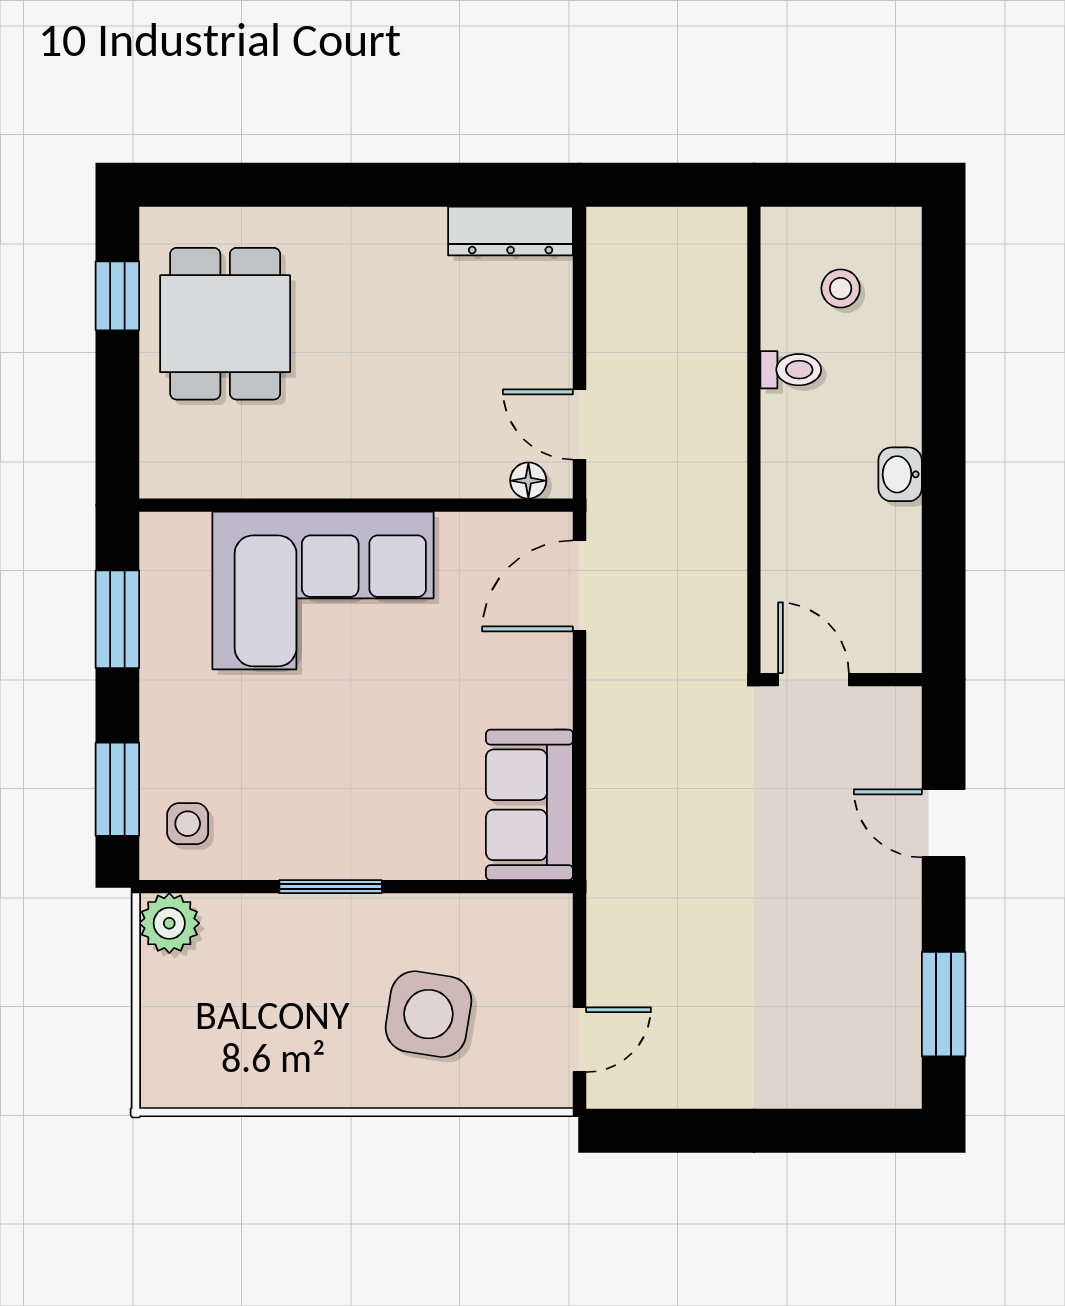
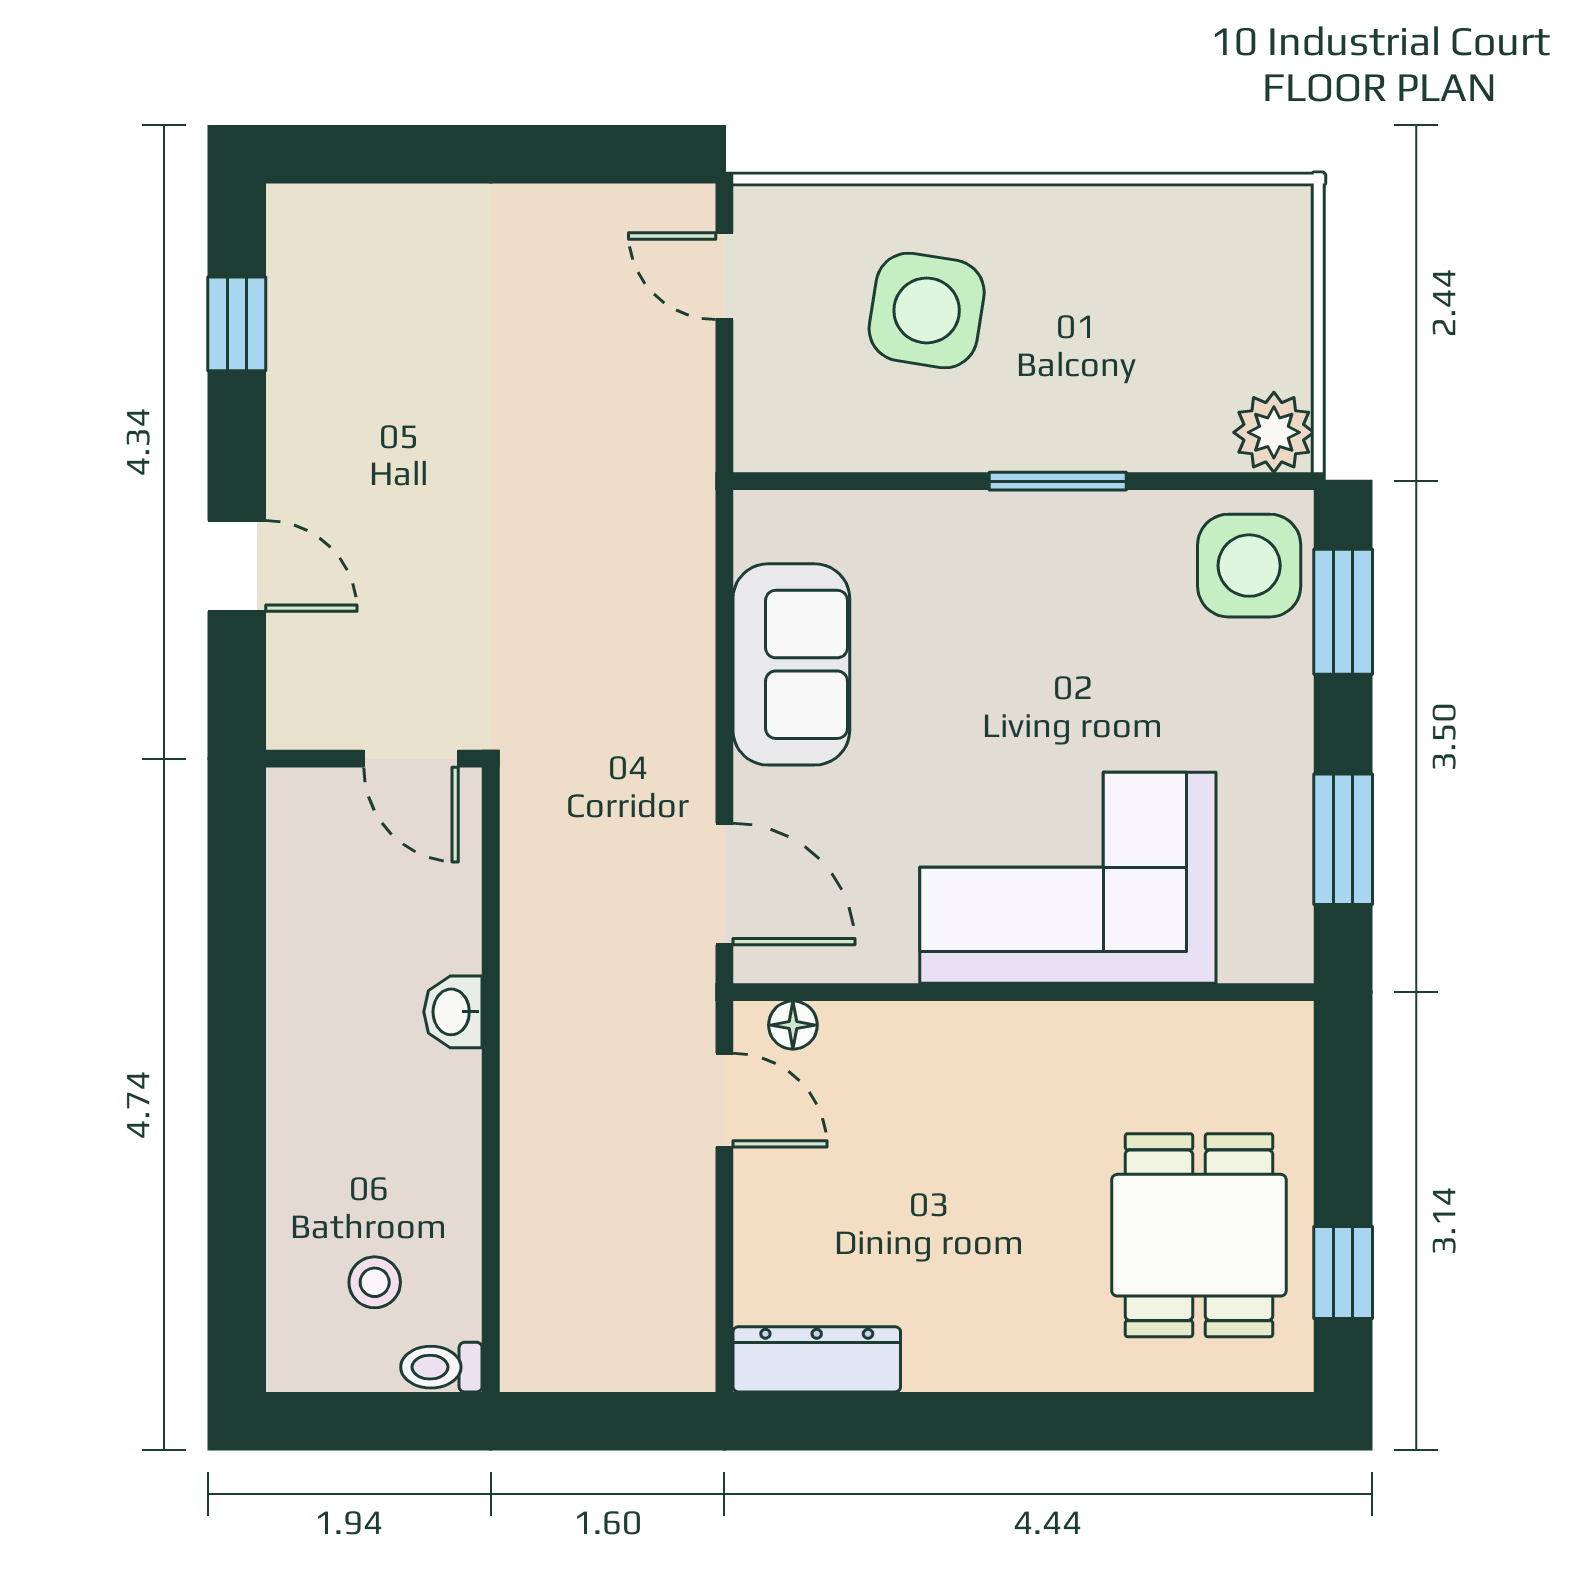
toilet: (791, 370) -> (441, 1367), moved
washbasin: (900, 474) -> (453, 1012), moved, turned 180
door: (580, 586) -> (724, 884), hinge flipped
sofa: (529, 805) -> (791, 664), moved
side table: (188, 824) -> (1249, 566), width x1.87, depth x1.87
window: (944, 1004) -> (237, 324), width x0.67
door: (580, 1040) -> (724, 276), hinge flipped

